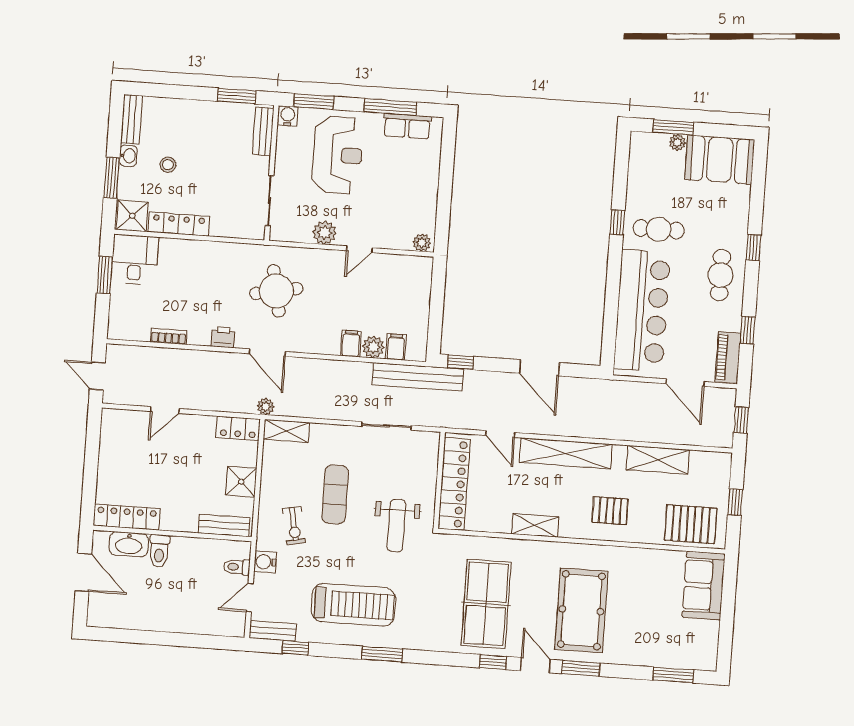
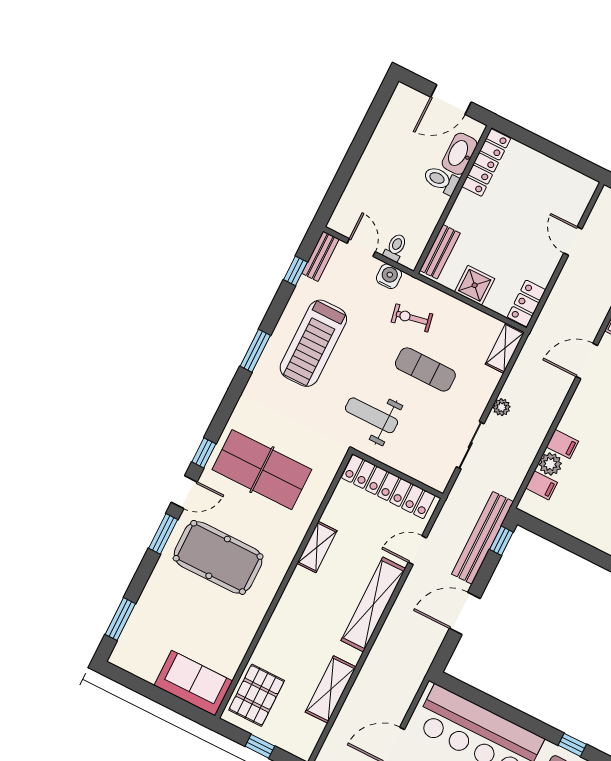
bench: (418, 377) -> (482, 538), moved
plant: (266, 407) -> (502, 407), moved
pallet: (610, 511) -> (301, 624), removed

